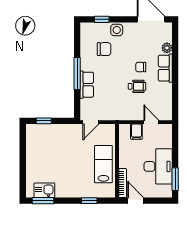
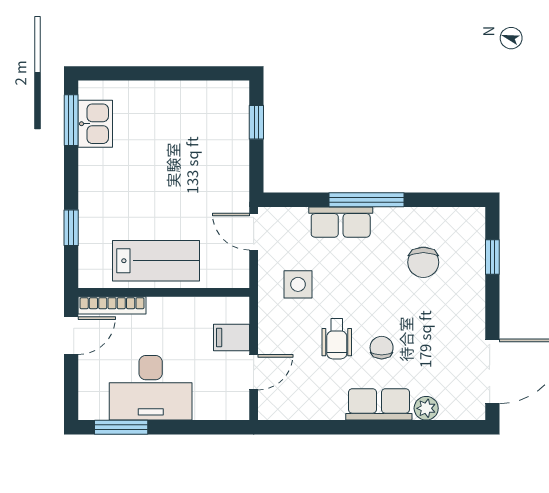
side table: (117, 30) -> (298, 284), moved

